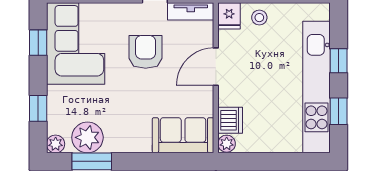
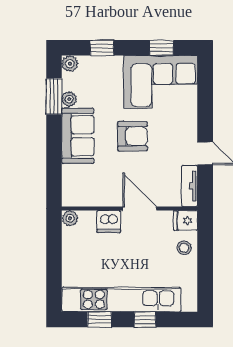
armchair: (146, 52) -> (132, 136), moved
dishwasher: (230, 120) -> (109, 221), moved
sofa: (183, 135) -> (78, 136), moved
plant: (87, 137) -> (69, 99), width x0.53, depth x0.53

